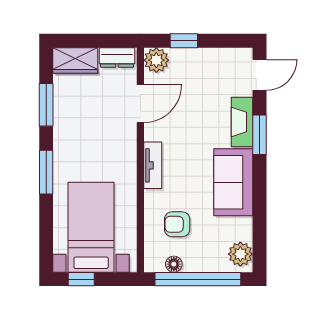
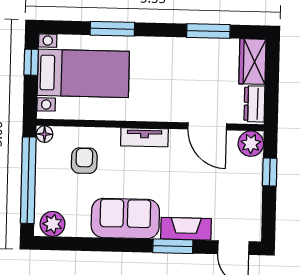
window: (46, 172) -> (112, 29), moved
floor lamp: (174, 264) -> (45, 134), moved

